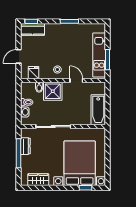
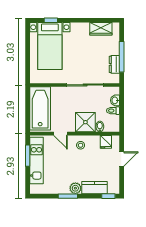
kitchen counter: (33, 29) -> (95, 188), moved
plant: (62, 29) -> (75, 188), added
bathtub: (98, 110) -> (40, 108), width x1.36, depth x1.36
bed with nightstands: (80, 163) -> (50, 46), width x0.73

